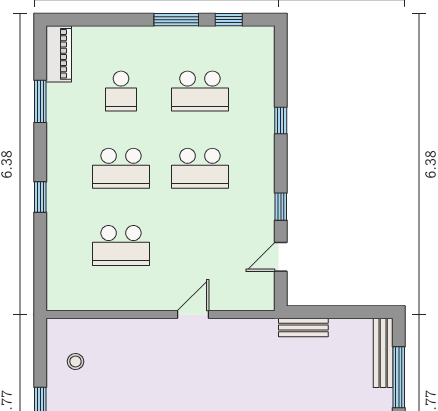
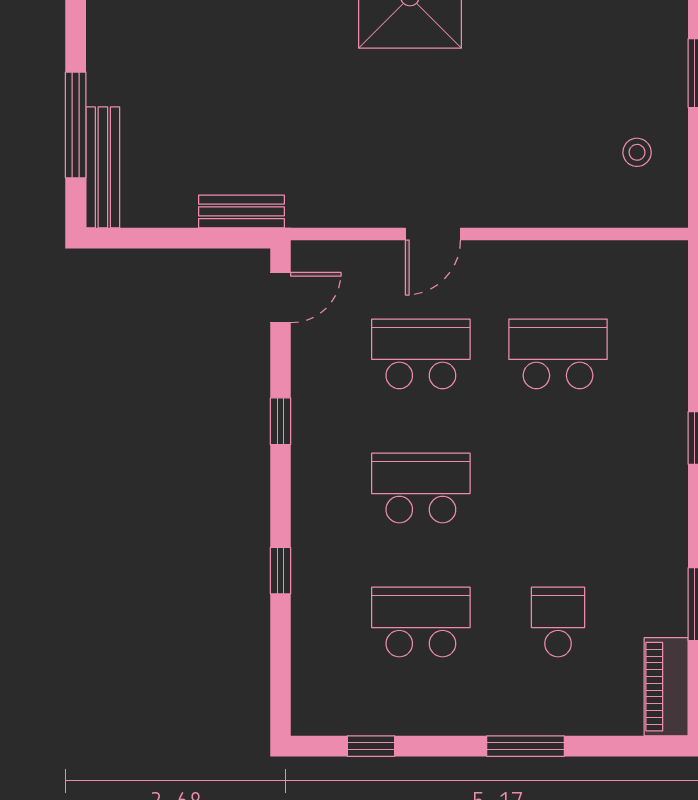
window: (176, 20) -> (525, 746), moved
school desk: (121, 168) -> (421, 354), moved
door: (281, 257) -> (280, 298), moved

